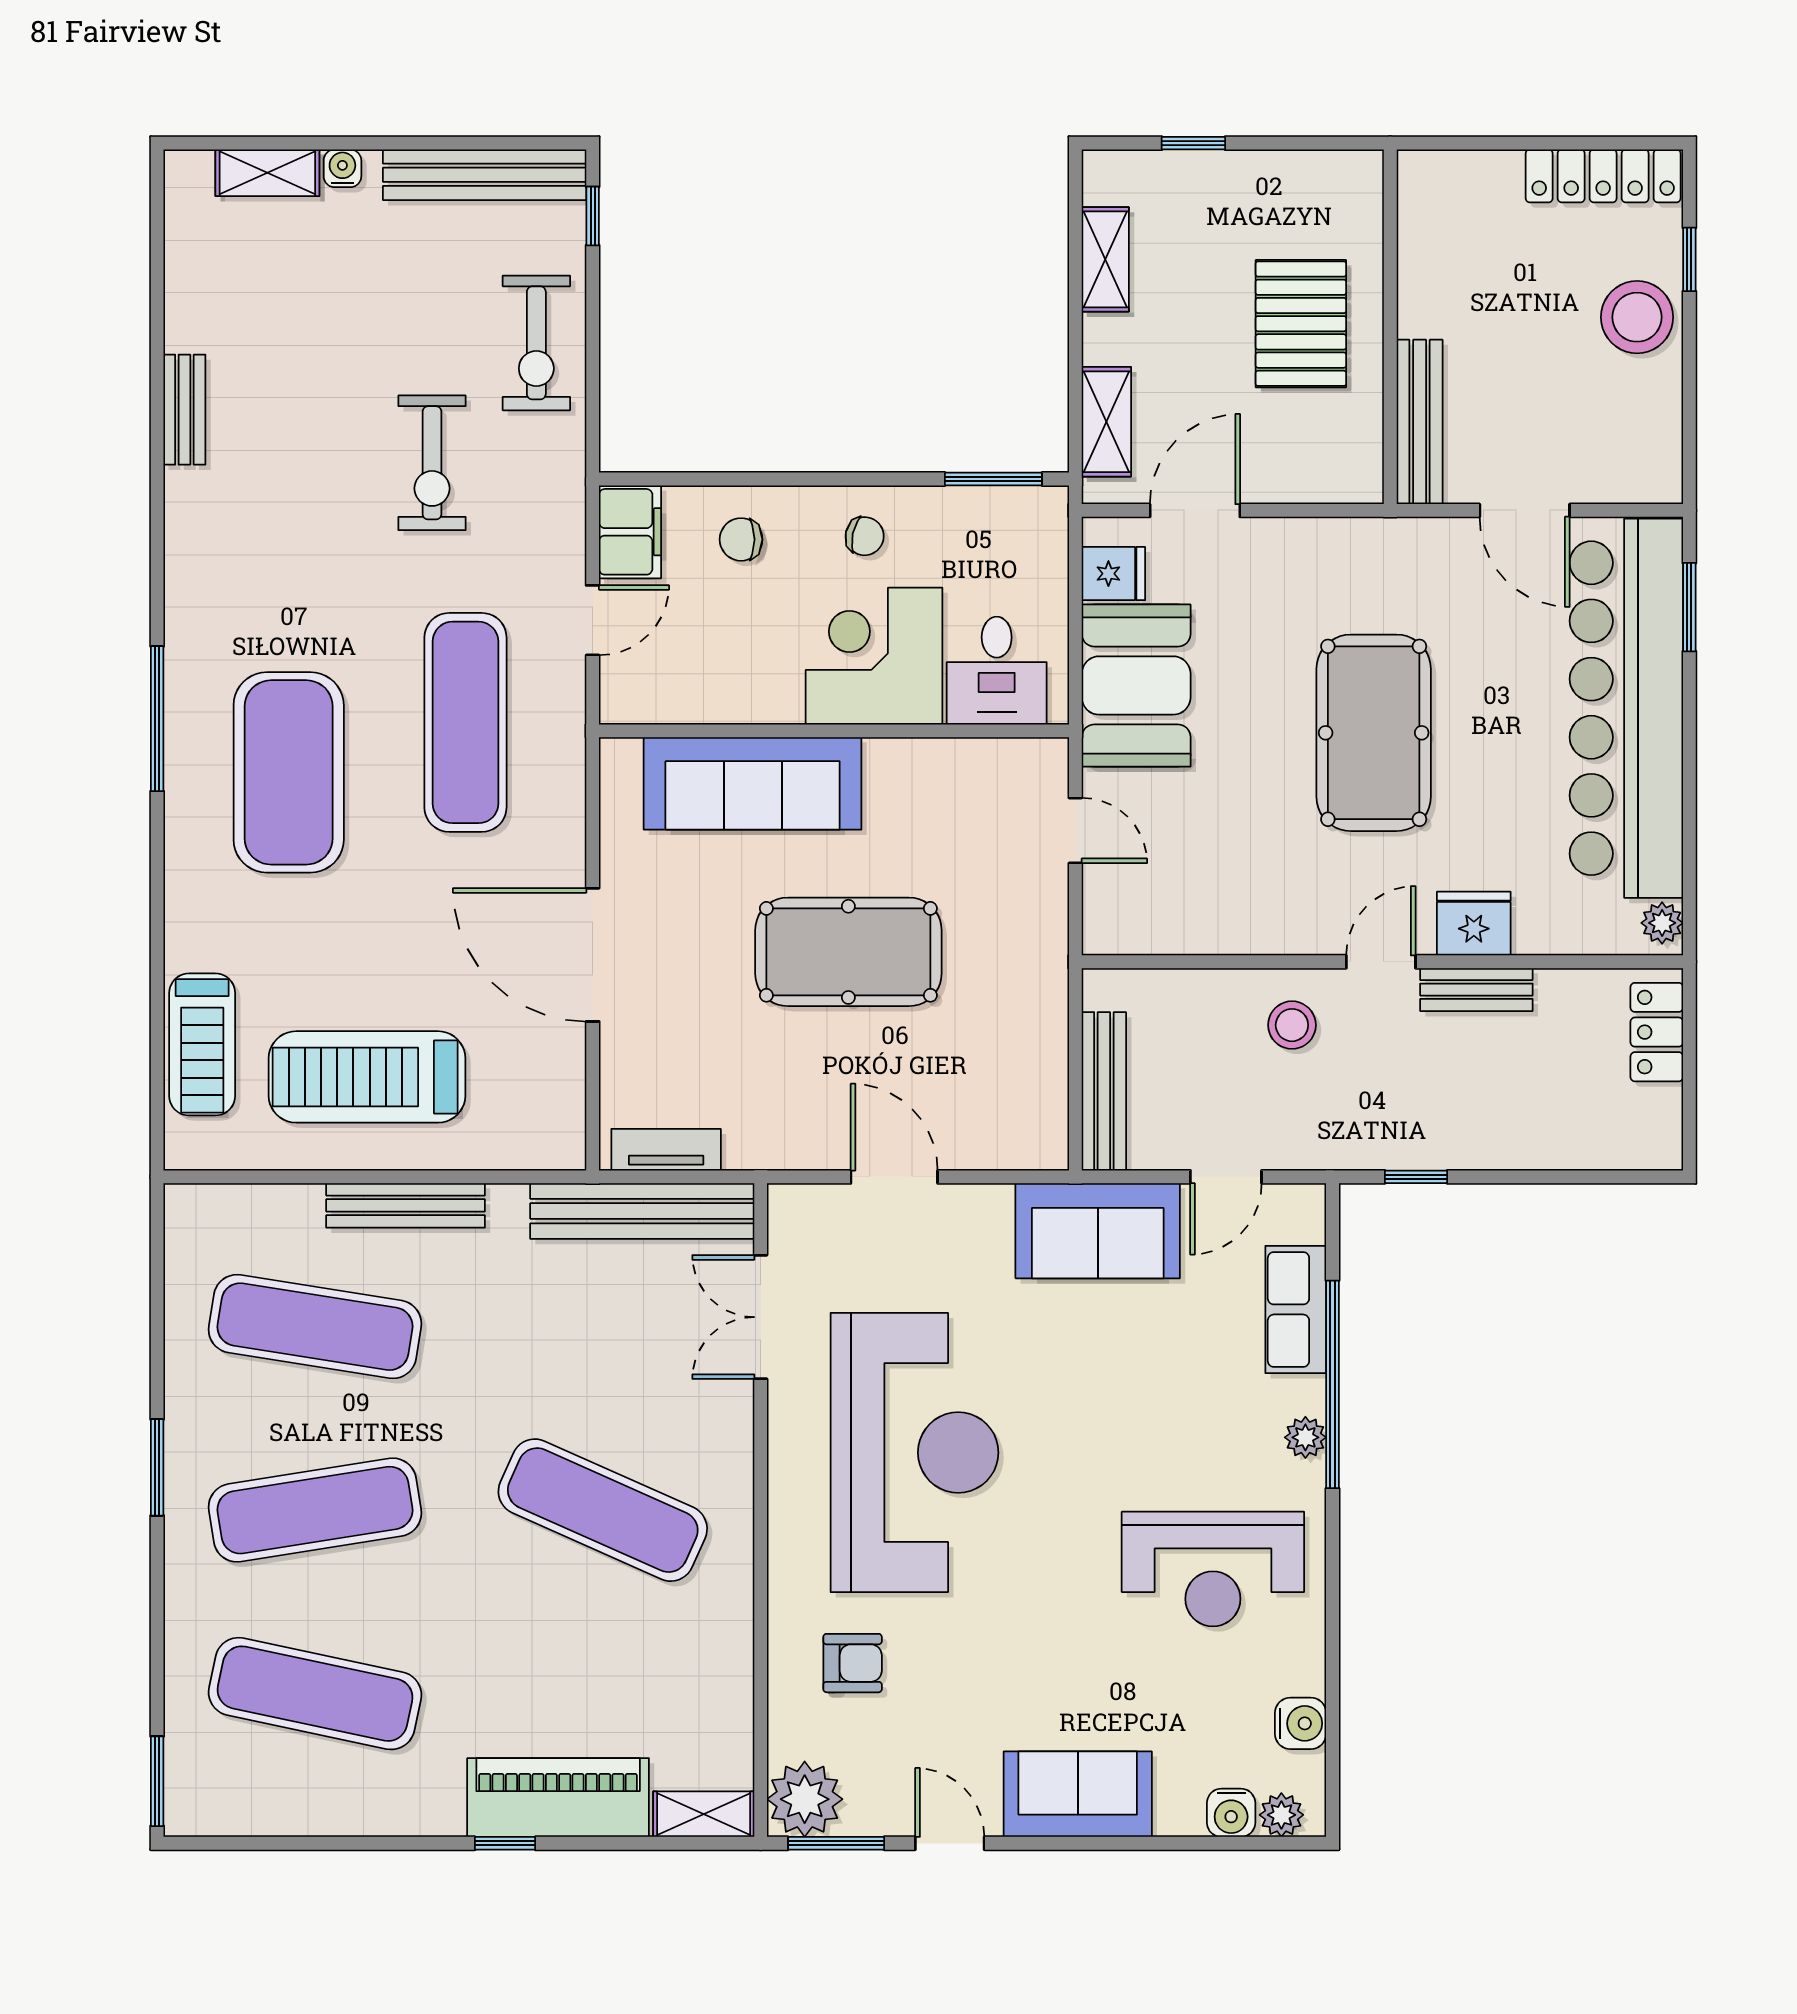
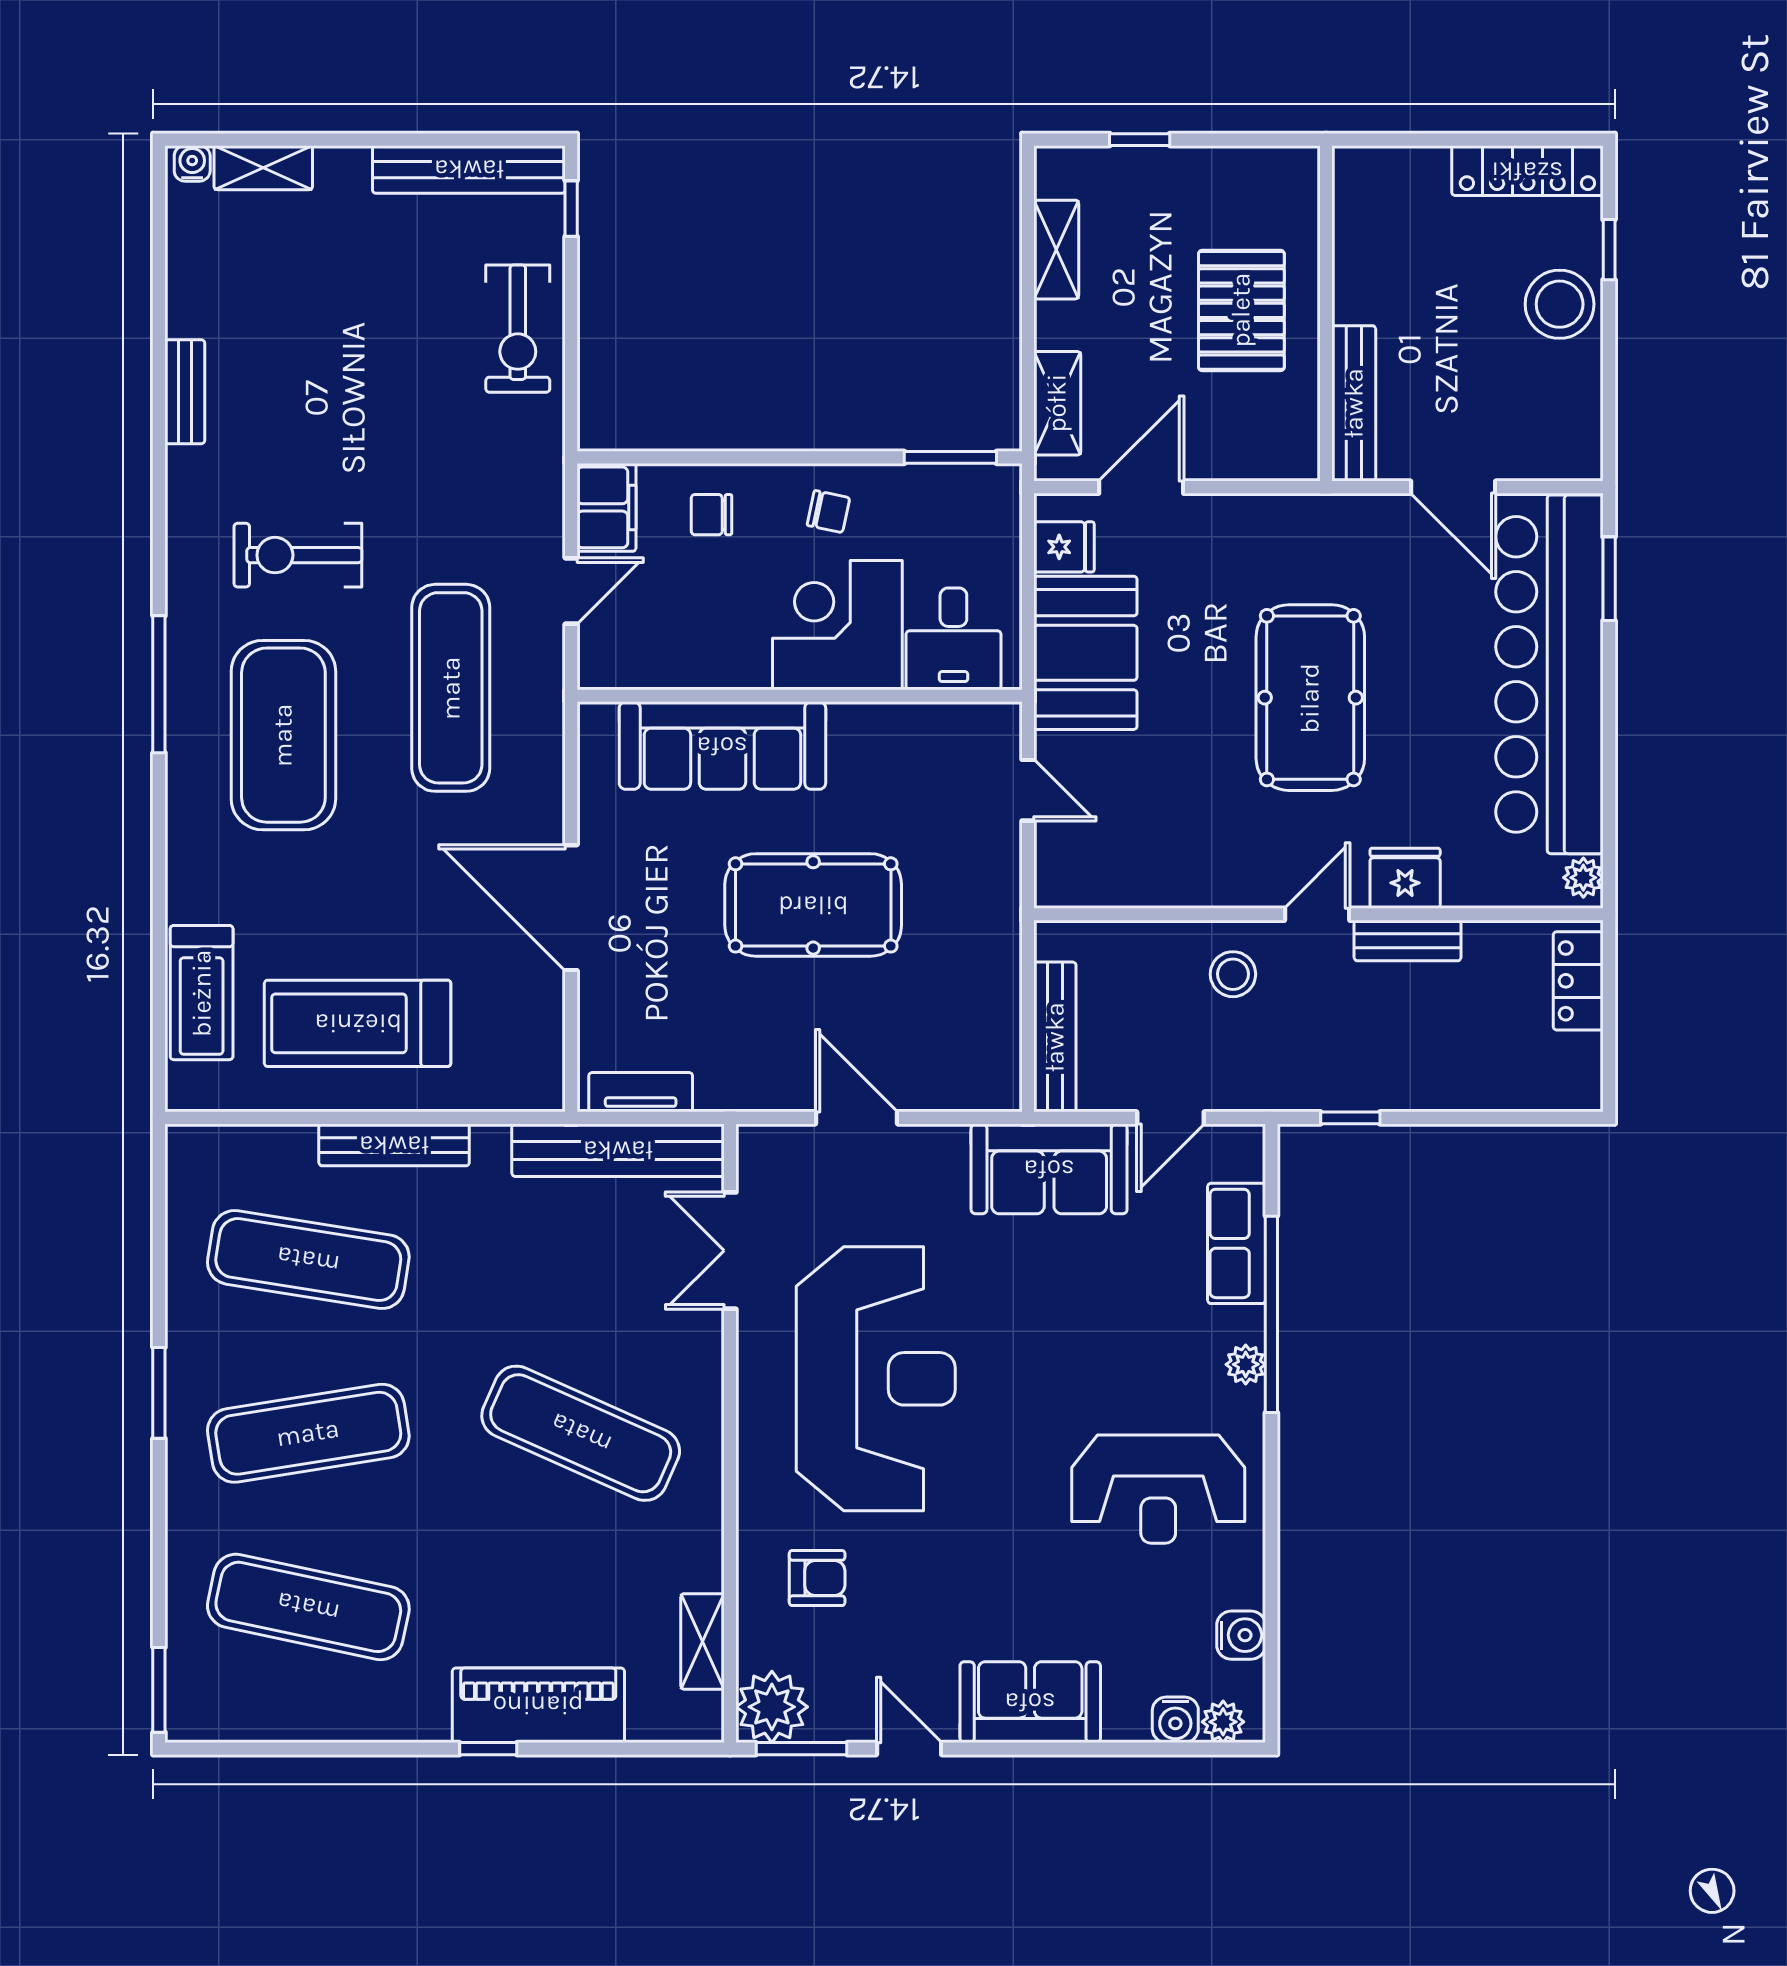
water cooler: (342, 168) -> (192, 163), moved
exercise bike: (432, 463) -> (298, 555), moved, turned 90
shelving: (704, 1814) -> (703, 1641), moved, turned 90

